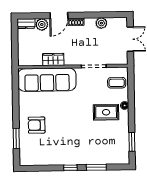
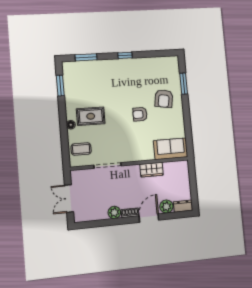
plant: (101, 23) -> (114, 212), moved
sofa: (47, 80) -> (171, 149), width x0.54, depth x0.79
armchair: (60, 112) -> (140, 114), added
armchair: (37, 125) -> (164, 99), turned 99
window: (96, 167) -> (86, 57), moved

